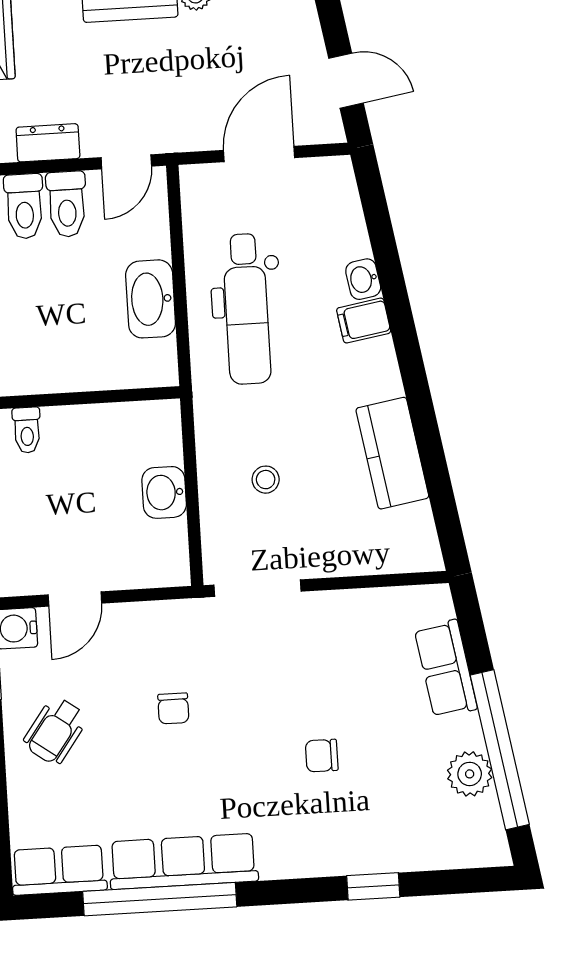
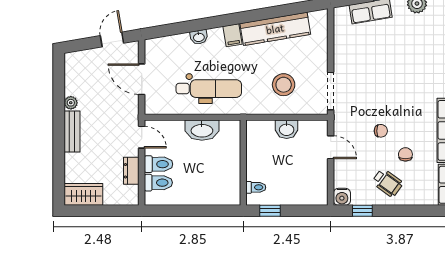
filing cabinet: (364, 321) -> (232, 35), moved
kitchen counter: (392, 453) -> (275, 29), width x1.50
stool: (266, 480) -> (284, 85), width x1.89, depth x1.89
door: (75, 599) -> (331, 147), moved
chair: (322, 756) -> (405, 154), moved, turned 180

